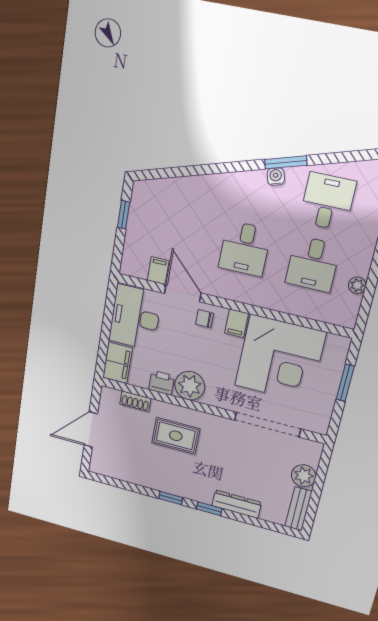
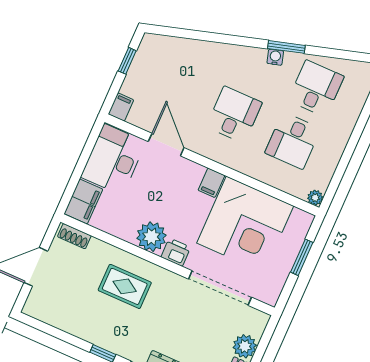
desk: (245, 249) -> (234, 115), turned 180
filing cabinet: (158, 271) -> (121, 107), moved
plant: (357, 285) -> (315, 198), moved
chair: (205, 319) -> (182, 173), removed
printer: (162, 383) -> (176, 252), moved
shoe rack: (135, 401) -> (74, 236), moved

